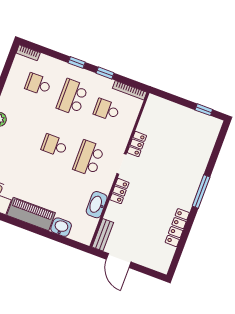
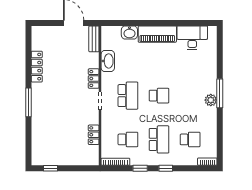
locker: (137, 144) -> (94, 135), moved

